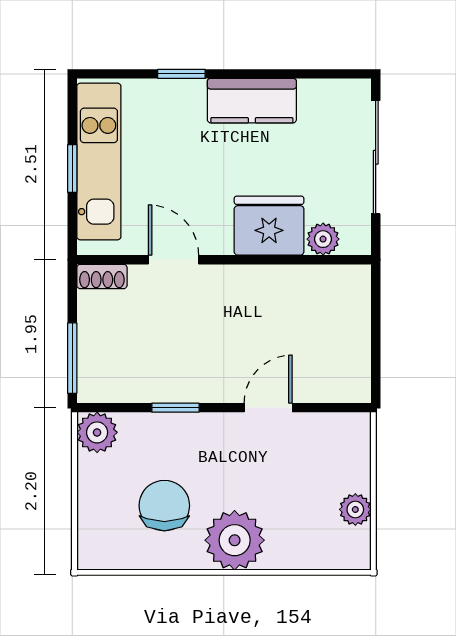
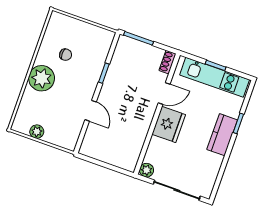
kitchen counter: (252, 101) -> (222, 135), moved
fridge: (269, 226) -> (169, 124), moved
plant: (323, 239) -> (147, 170), moved
plant: (97, 432) -> (105, 38), removed
chair: (164, 506) -> (66, 55), width x0.54, depth x0.54

